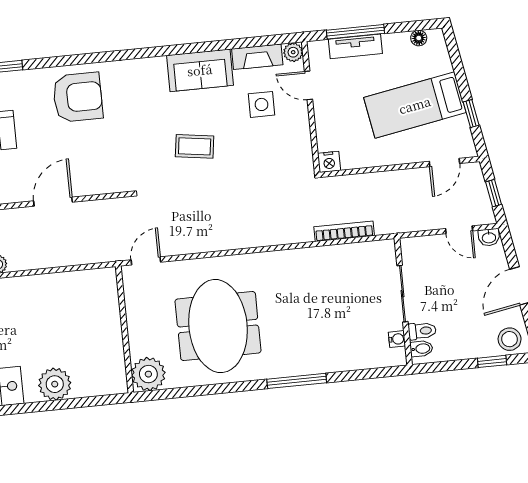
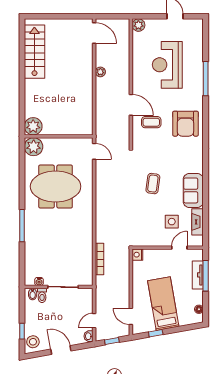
plant: (293, 52) -> (198, 241), removed
coffee table: (81, 161) -> (151, 122), added
plant: (55, 384) -> (33, 126), moved

